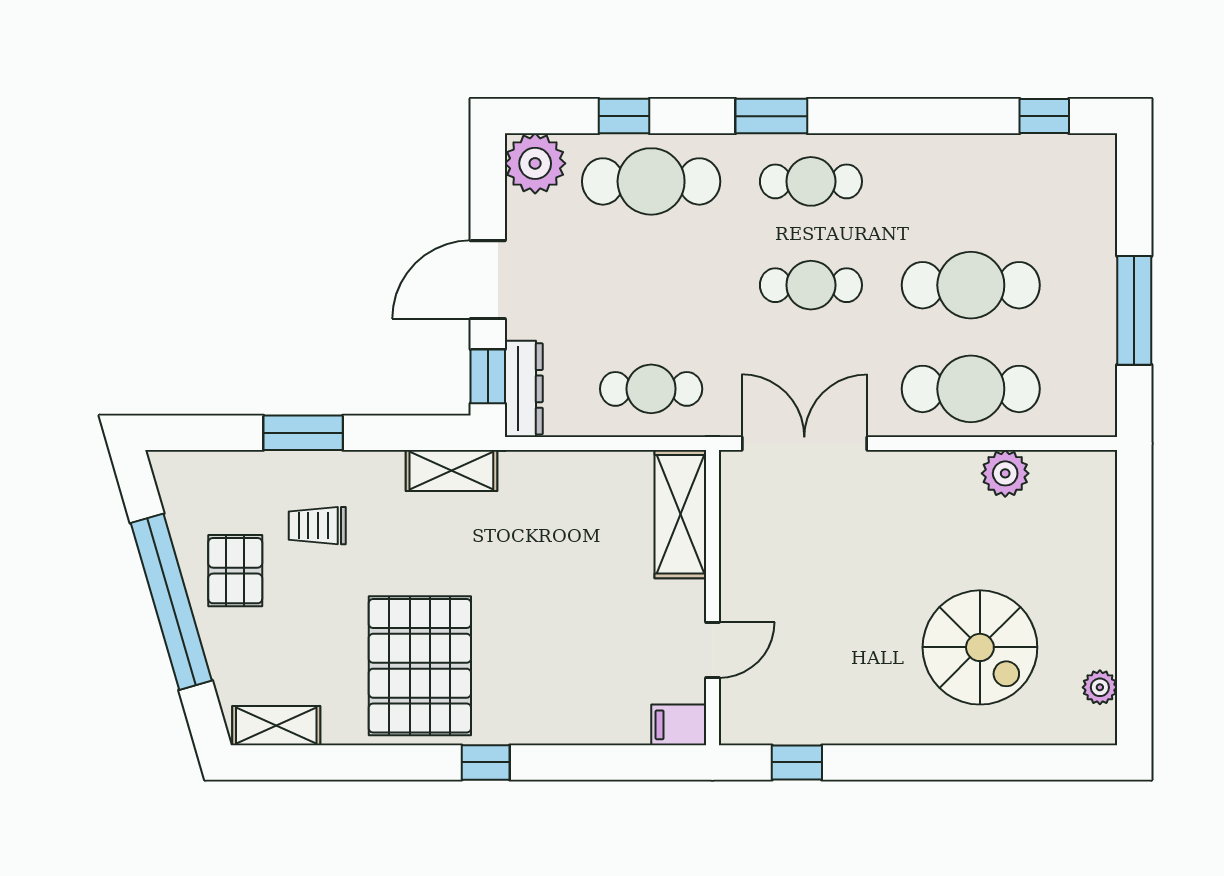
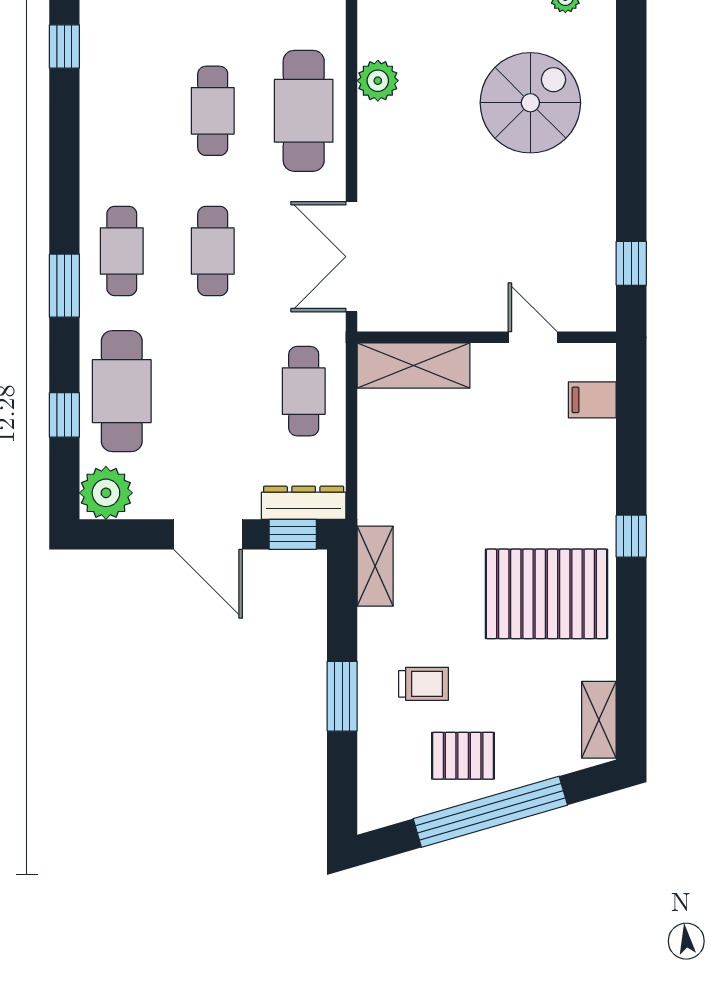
cafe table: (971, 285) -> (213, 111), width x0.73, depth x0.74
trolley: (317, 526) -> (424, 684), turned -90
filing cabinet: (679, 725) -> (592, 400), moved, turned 90

